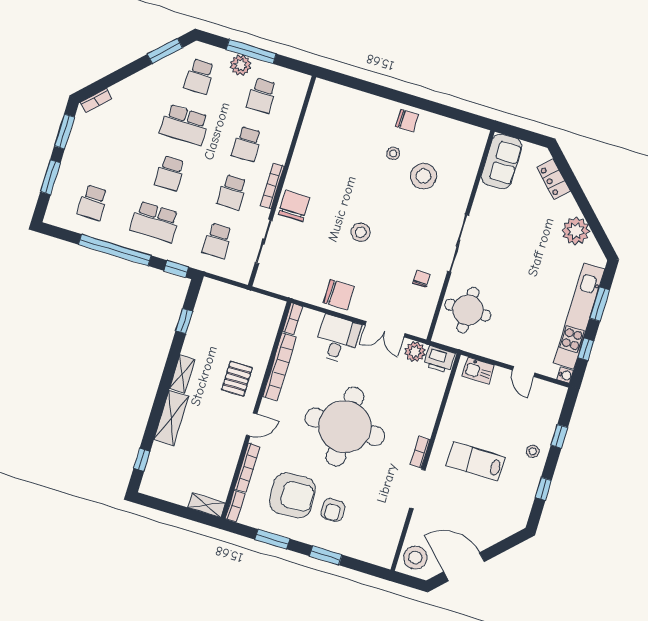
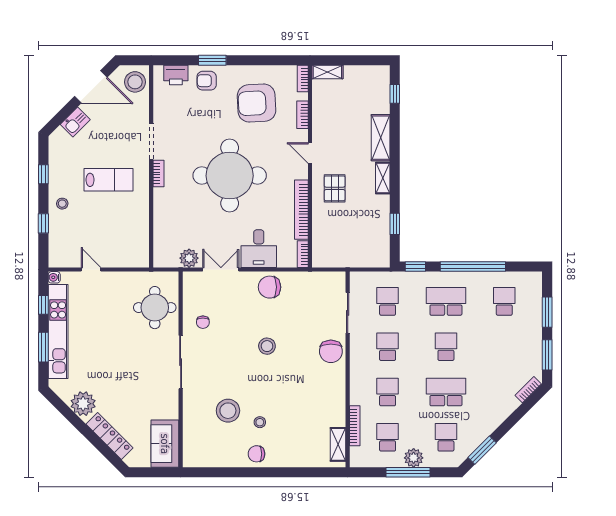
shelving: (317, 104) -> (338, 444), added
locker: (554, 179) -> (110, 436), width x1.53
bookcase: (272, 186) -> (355, 426), moved
printer: (439, 360) -> (176, 75), moved, turned 180
kitchen sink: (478, 371) -> (75, 122), moved, turned 135
door: (252, 424) -> (310, 153), hinge flipped
bookcase: (247, 468) -> (303, 115), width x0.64
armchair: (333, 510) -> (207, 81), moved, turned -90
window: (272, 539) -> (262, 60), removed

